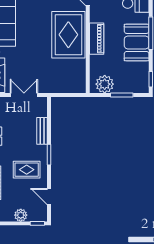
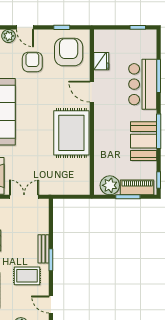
piano: (97, 39) -> (137, 187), moved, turned -90
bench: (42, 131) -> (43, 249), moved

